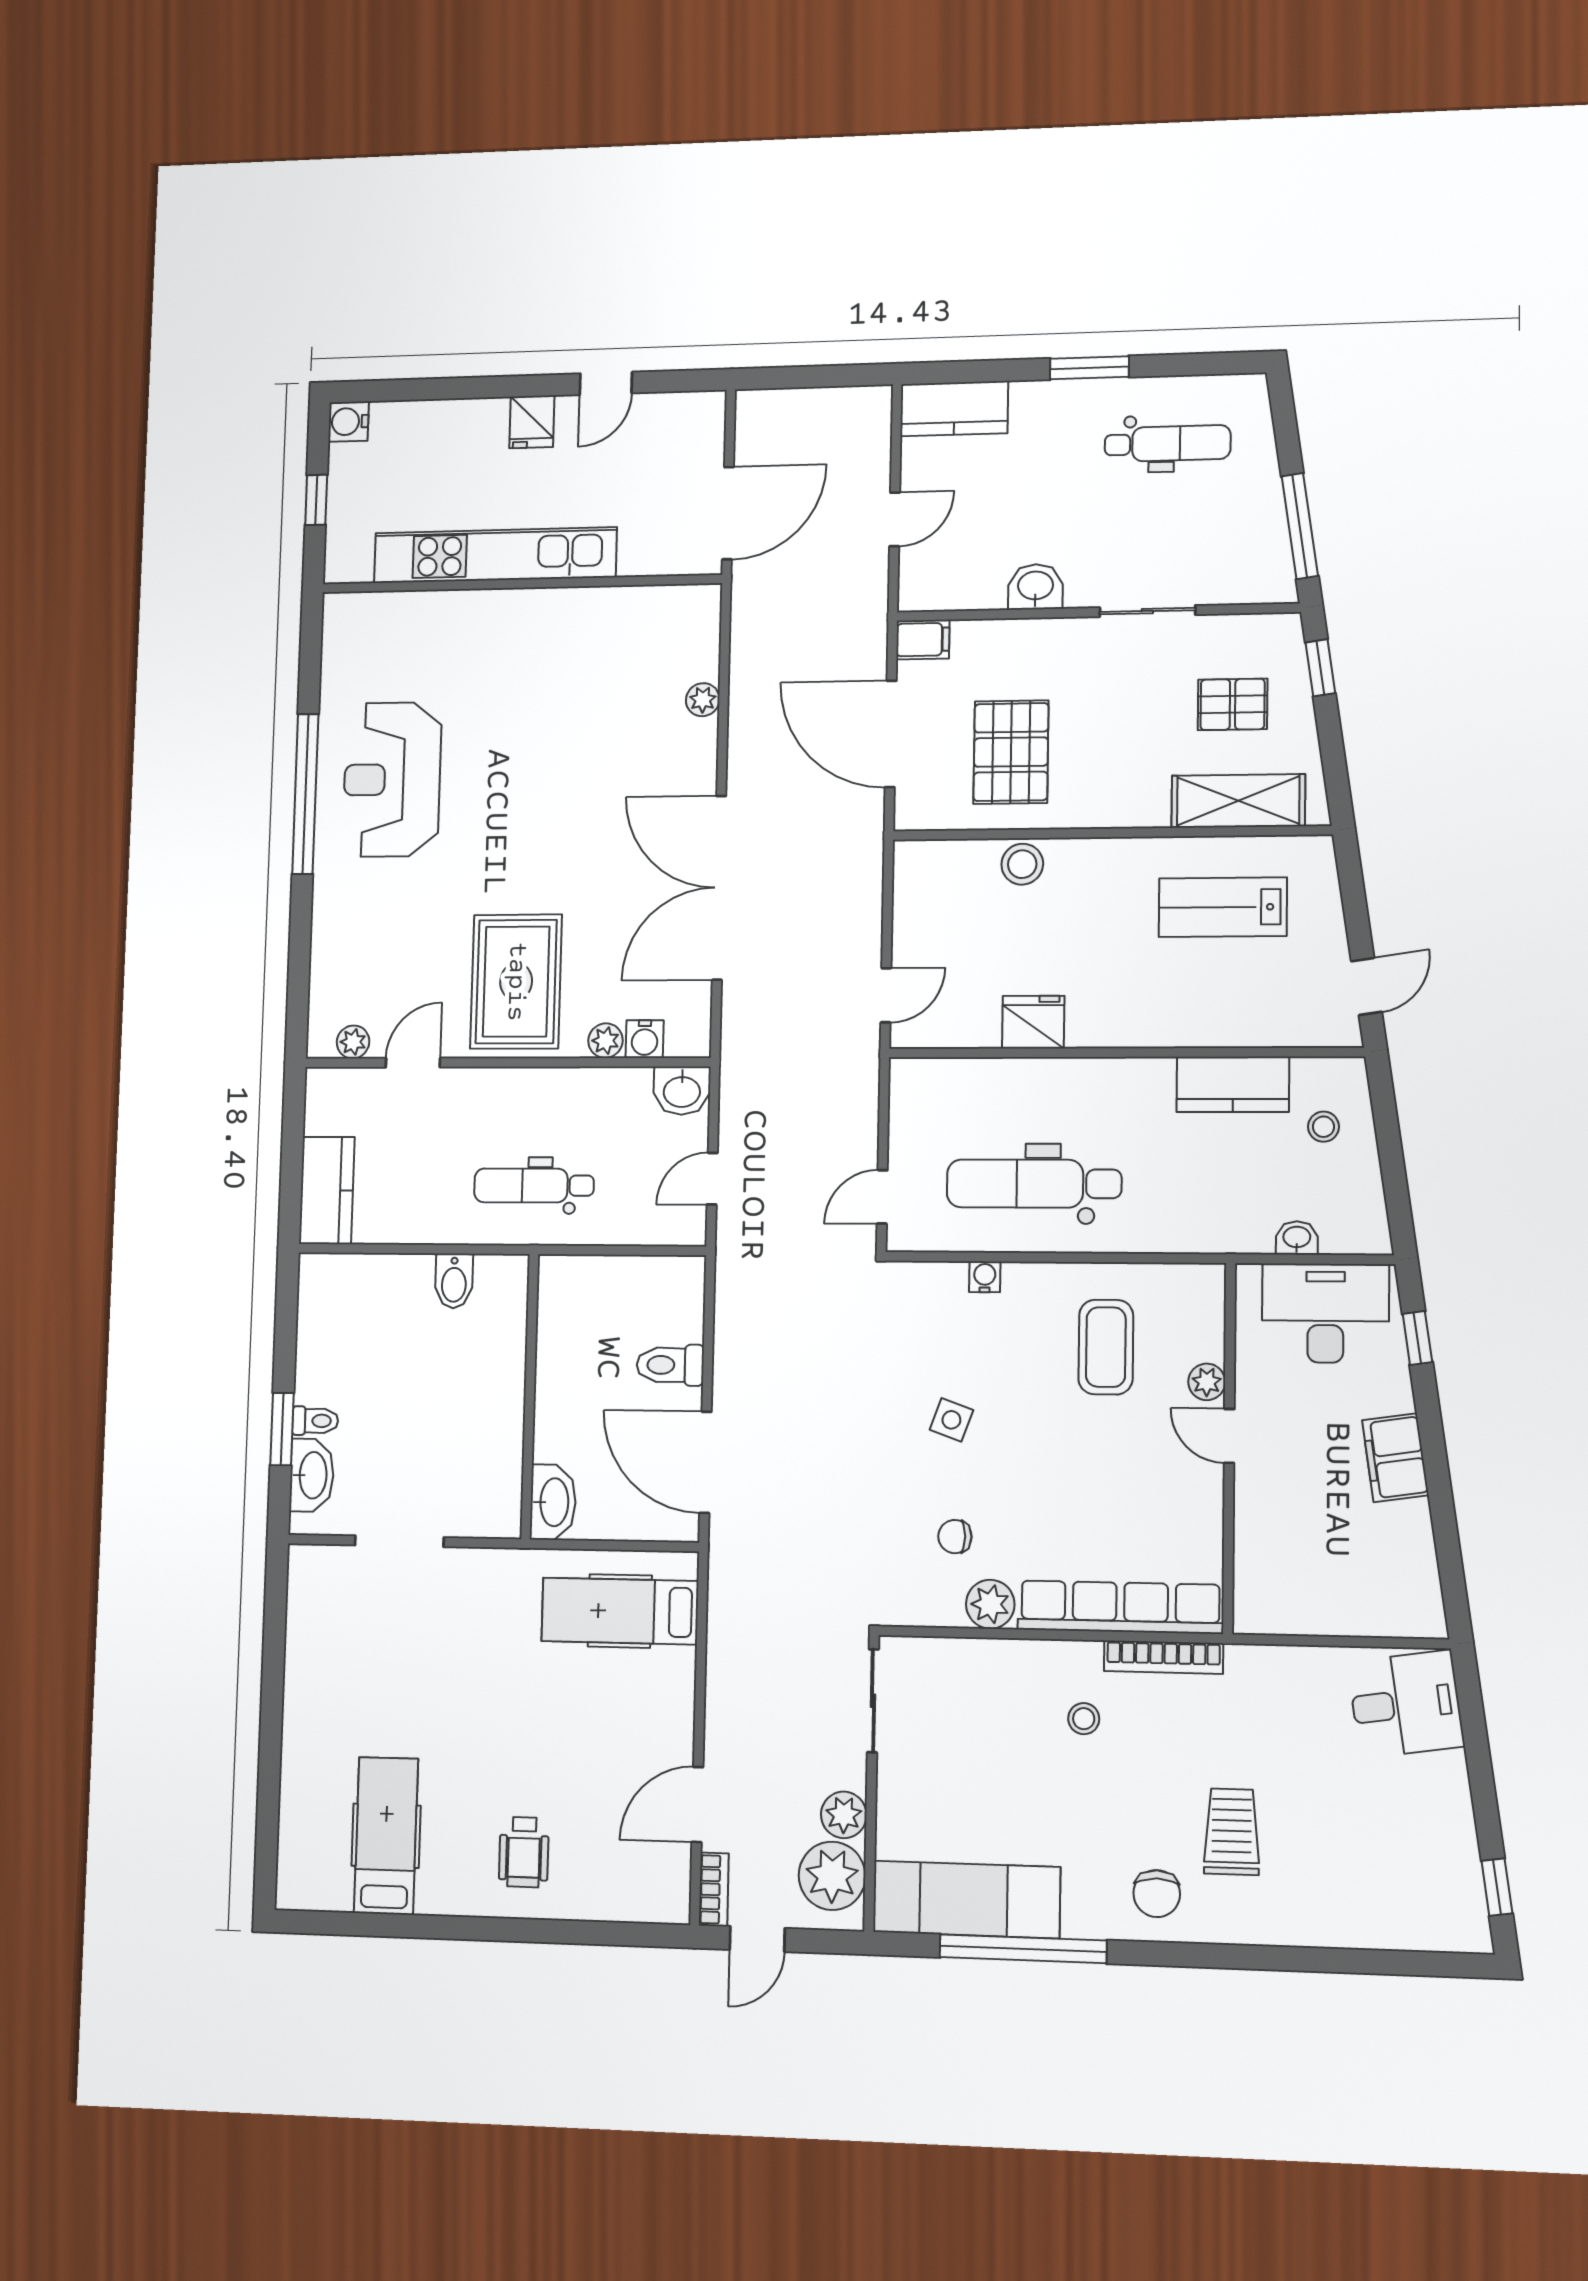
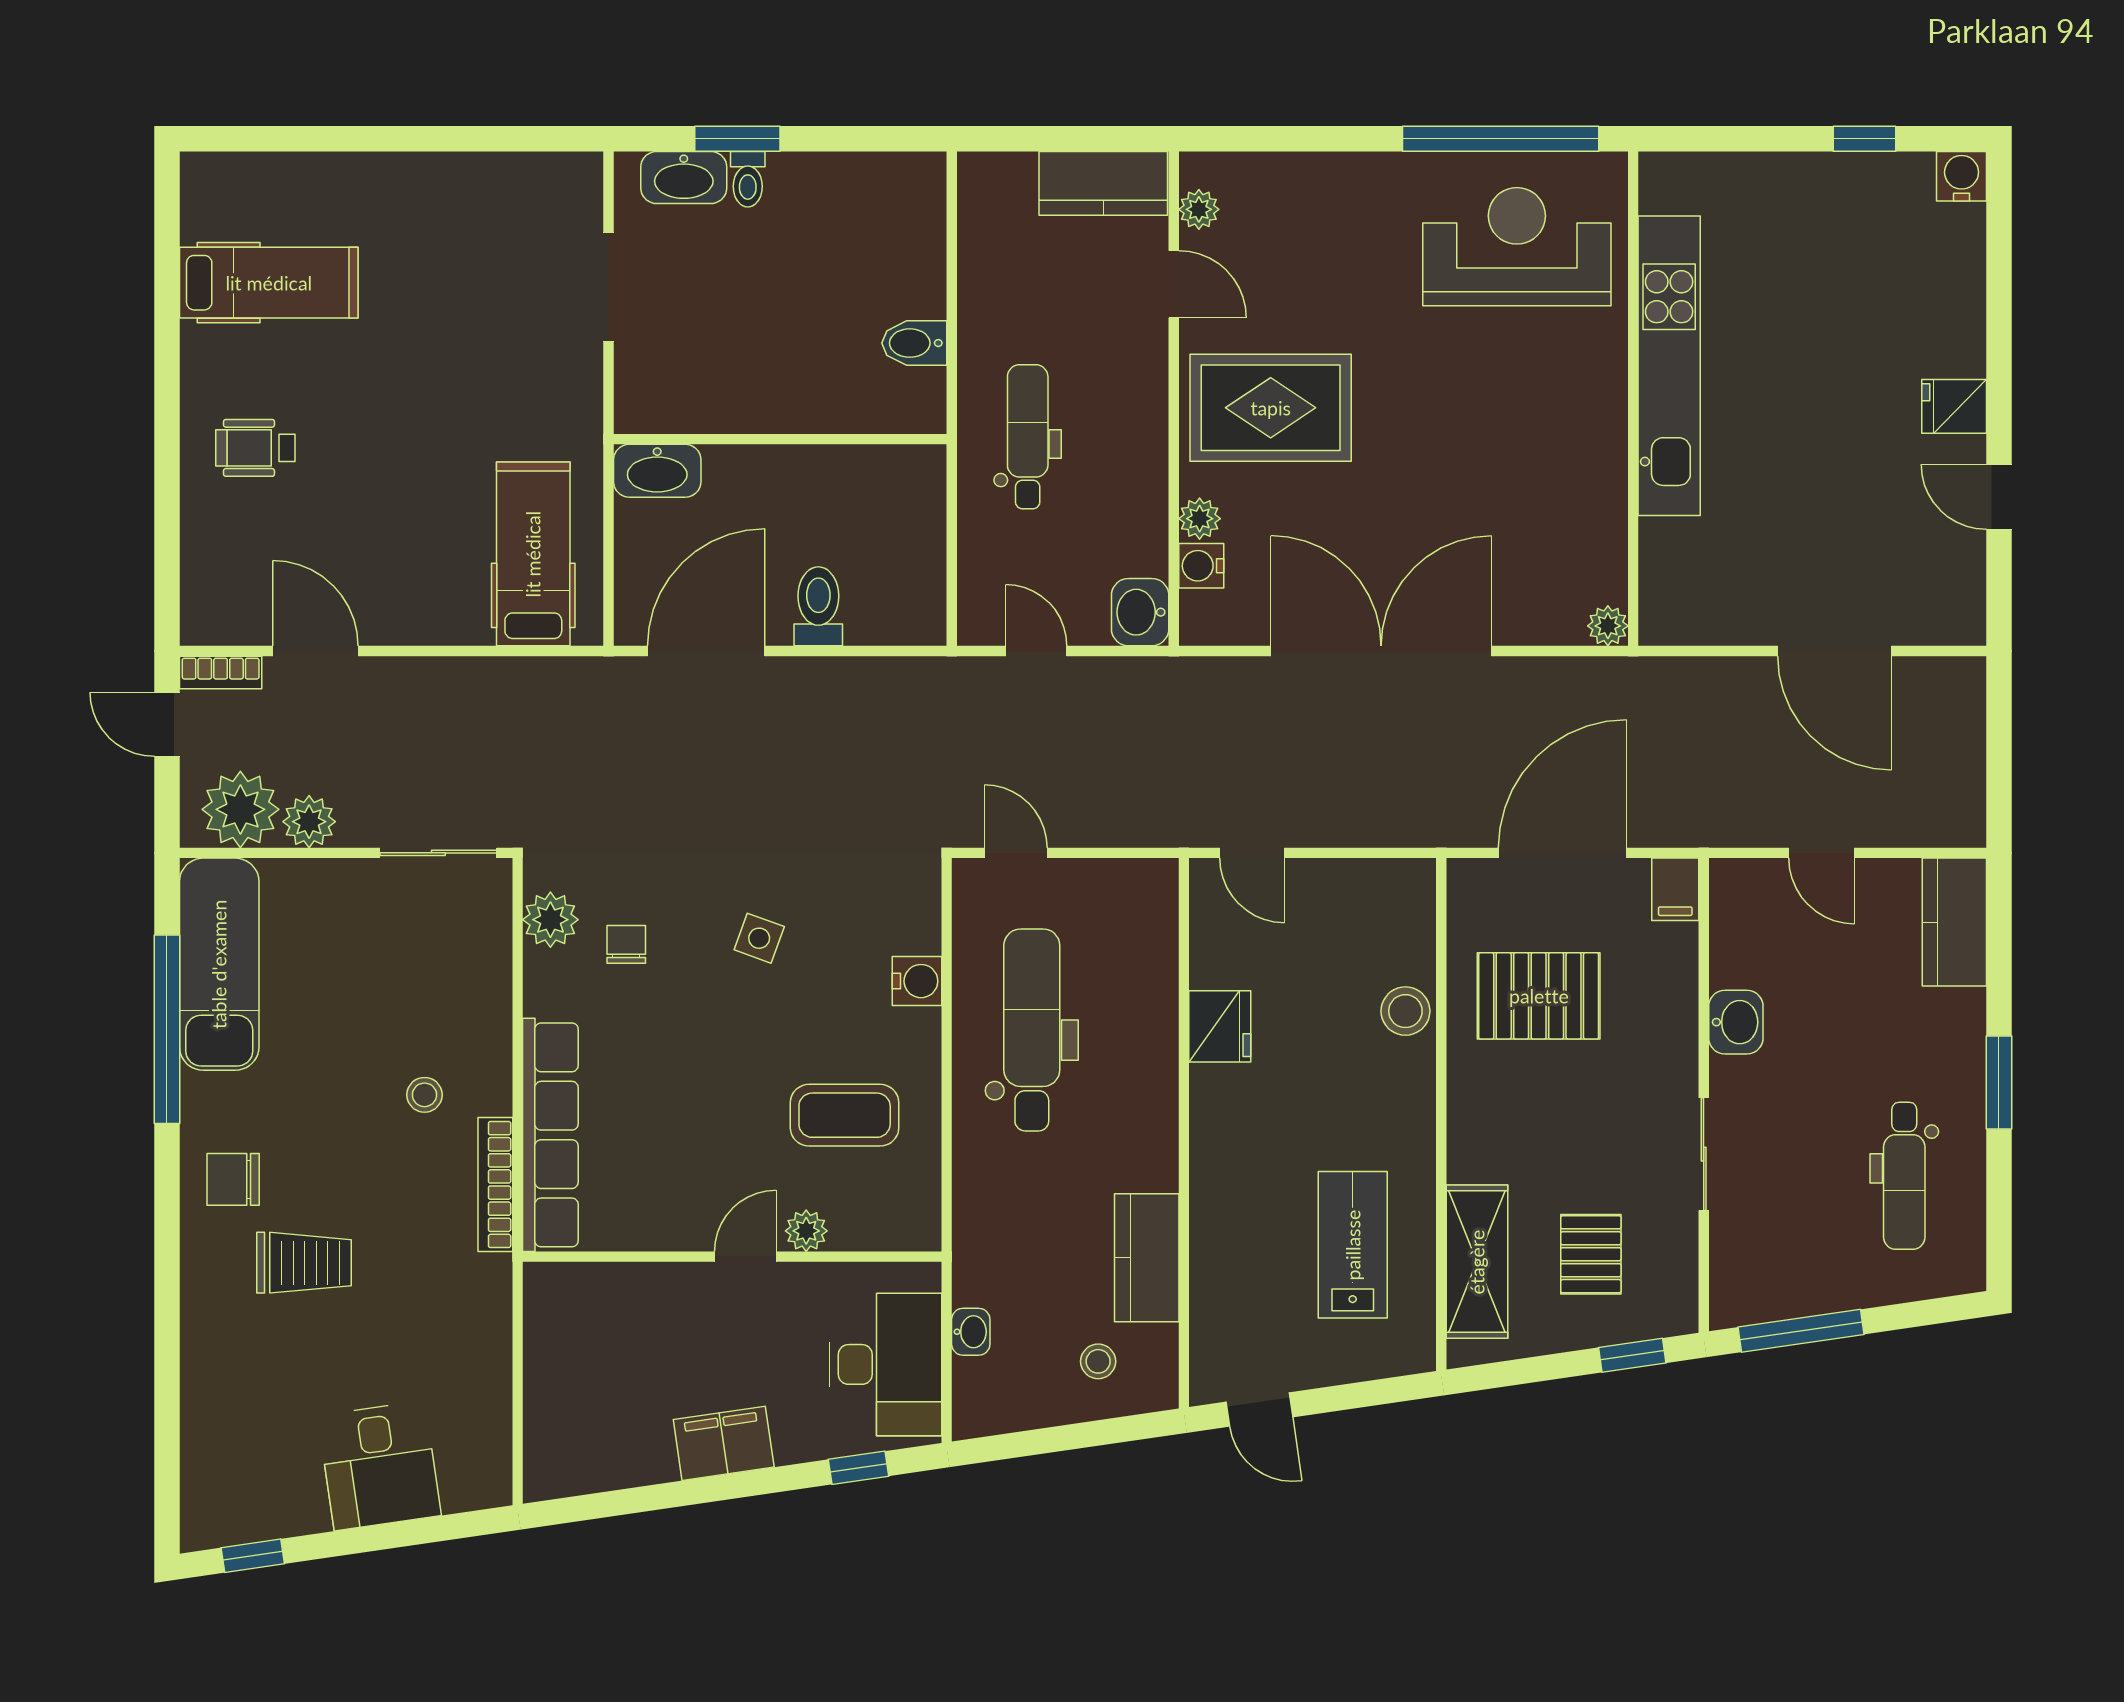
kitchen unit: (495, 555) -> (1669, 366), moved
wall: (521, 584) -> (1633, 399), moved
kitchen counter: (327, 1190) -> (1103, 183), moved
water cooler: (985, 1277) -> (917, 981), width x1.38, depth x1.38
plant: (990, 1604) -> (550, 920), moved
desk: (1406, 1704) -> (379, 1466), moved

